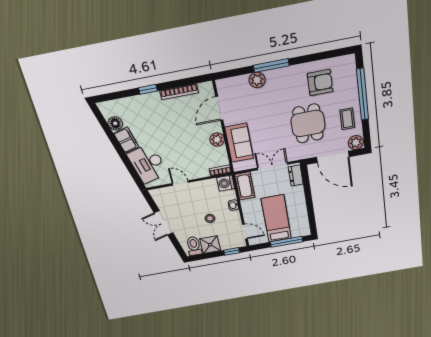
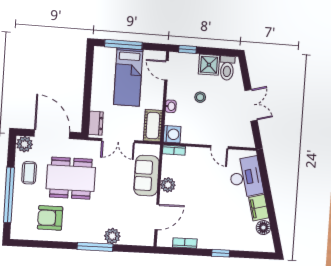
bookcase: (179, 92) -> (185, 243), width x0.64
dining table: (308, 124) -> (71, 178), width x1.38

